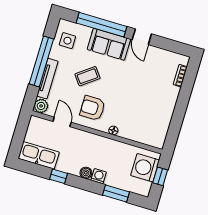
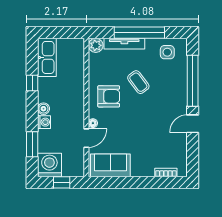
sofa: (109, 44) -> (110, 165), moved, turned 90
armchair: (93, 108) -> (109, 96), turned 90
door: (62, 122) -> (86, 138), moved
washing machine: (145, 168) -> (49, 165), moved

